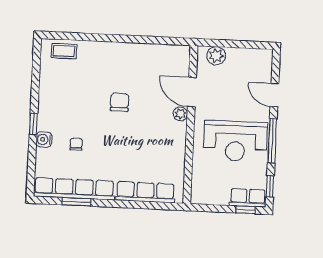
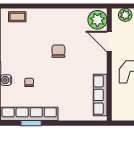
plant: (180, 114) -> (97, 20), moved, width x1.88, depth x1.88
row of seats: (145, 192) -> (100, 95), moved, turned -90

